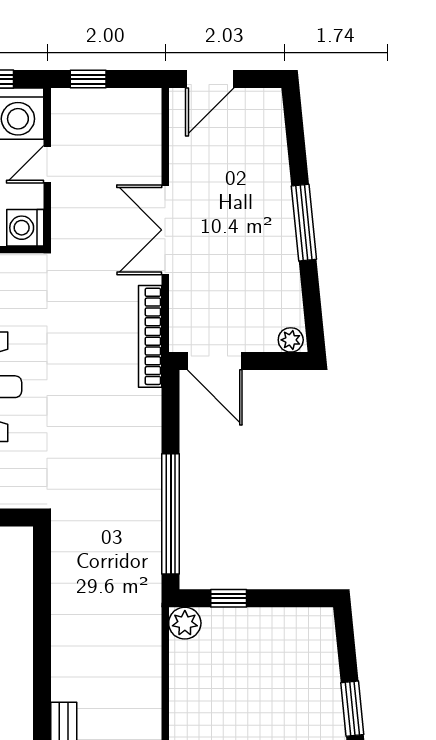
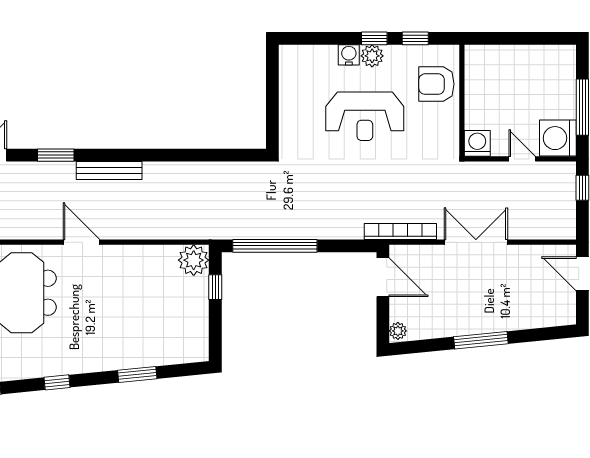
door: (215, 361) -> (383, 277), swing flipped
plant: (185, 623) -> (194, 260), width x1.36, depth x1.36

